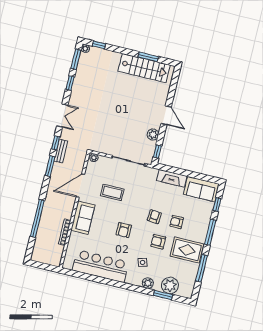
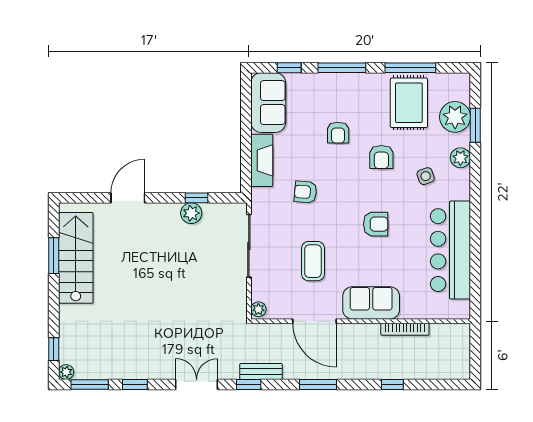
door: (166, 115) -> (128, 198), moved
window: (157, 151) -> (196, 198), moved
window: (50, 166) -> (318, 384), moved
armchair: (154, 217) -> (305, 192), moved
window: (37, 218) -> (392, 384), width x0.32
rug: (187, 250) -> (409, 103), moved

